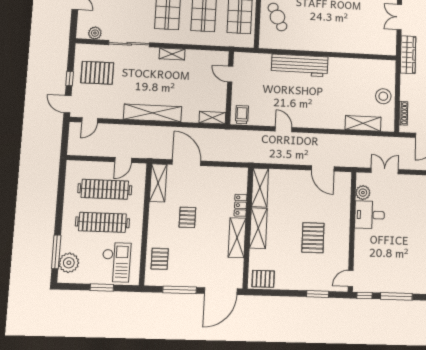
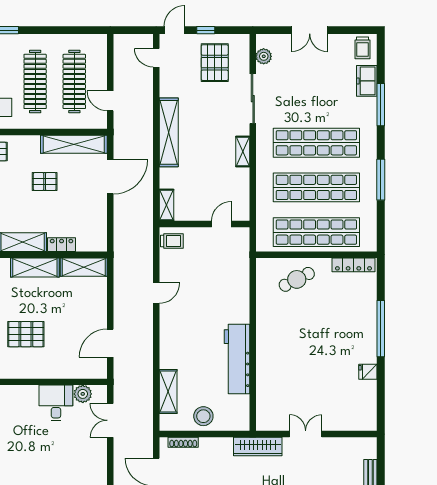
workbench: (300, 65) -> (237, 359), moved
double door: (385, 171) -> (110, 420), swing flipped
shelving: (158, 183) -> (74, 144), width x1.47

